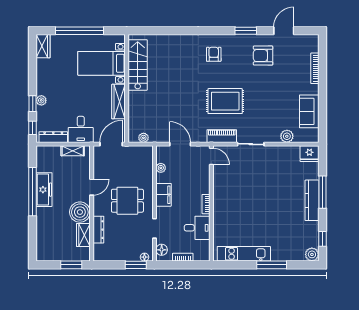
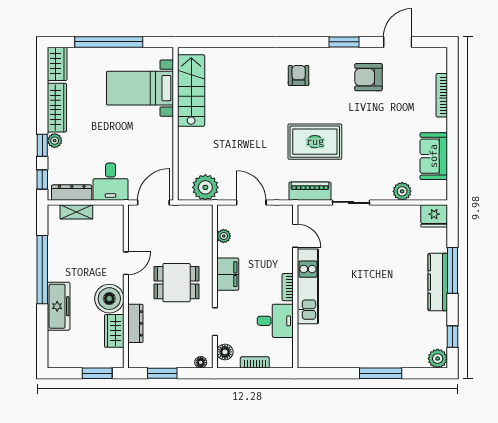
wardrobe: (118, 102) -> (57, 108), moved, turned 180
plant: (143, 138) -> (205, 187), width x1.87, depth x1.87
shelving: (73, 151) -> (76, 212), moved
door: (211, 156) -> (295, 236), moved
freezer: (44, 190) -> (59, 306), moved
kitchen unit: (244, 254) -> (308, 286), moved, turned 90
window: (136, 265) -> (162, 373), moved

